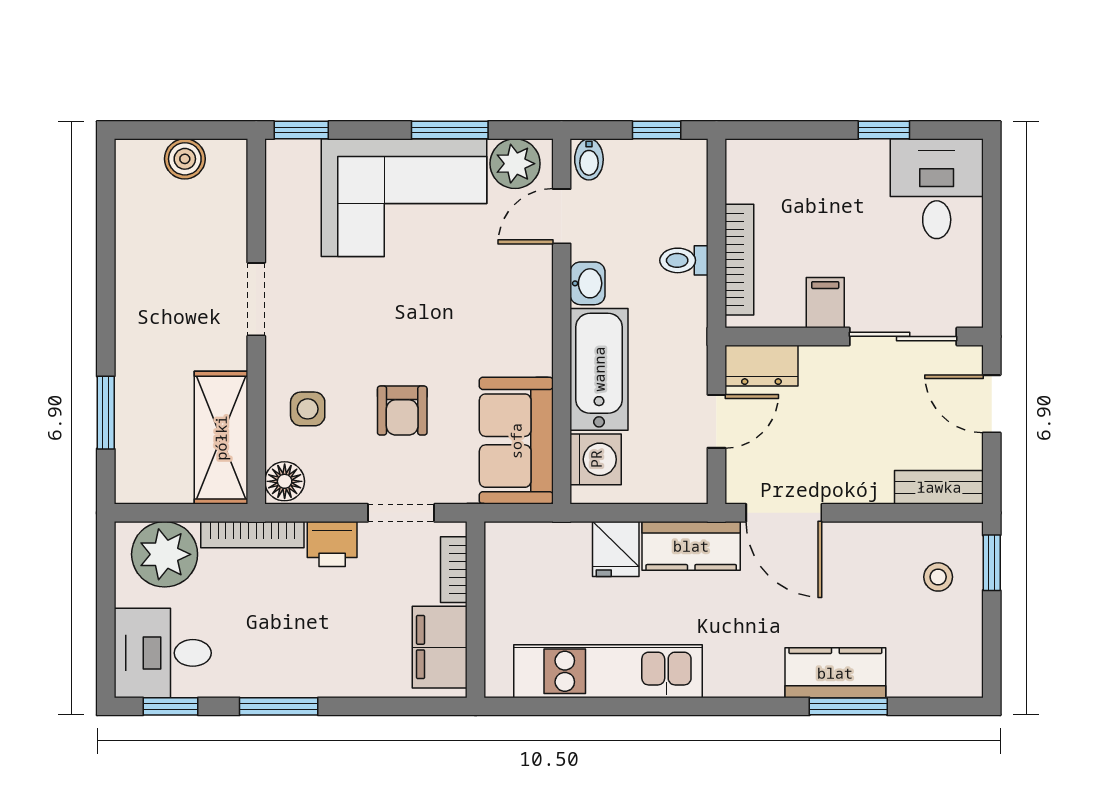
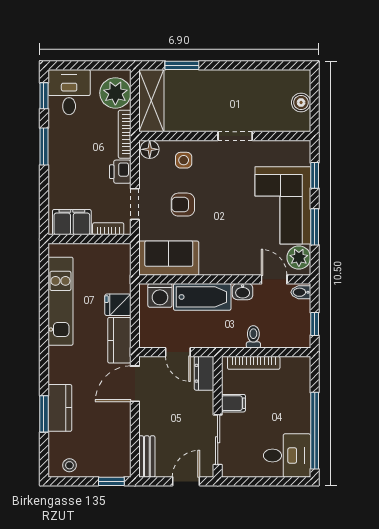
window: (301, 130) -> (315, 175), moved
window: (884, 130) -> (315, 431), width x3.17
shelving: (221, 438) -> (151, 101), moved, turned 90
stool: (938, 577) -> (69, 465), moved

